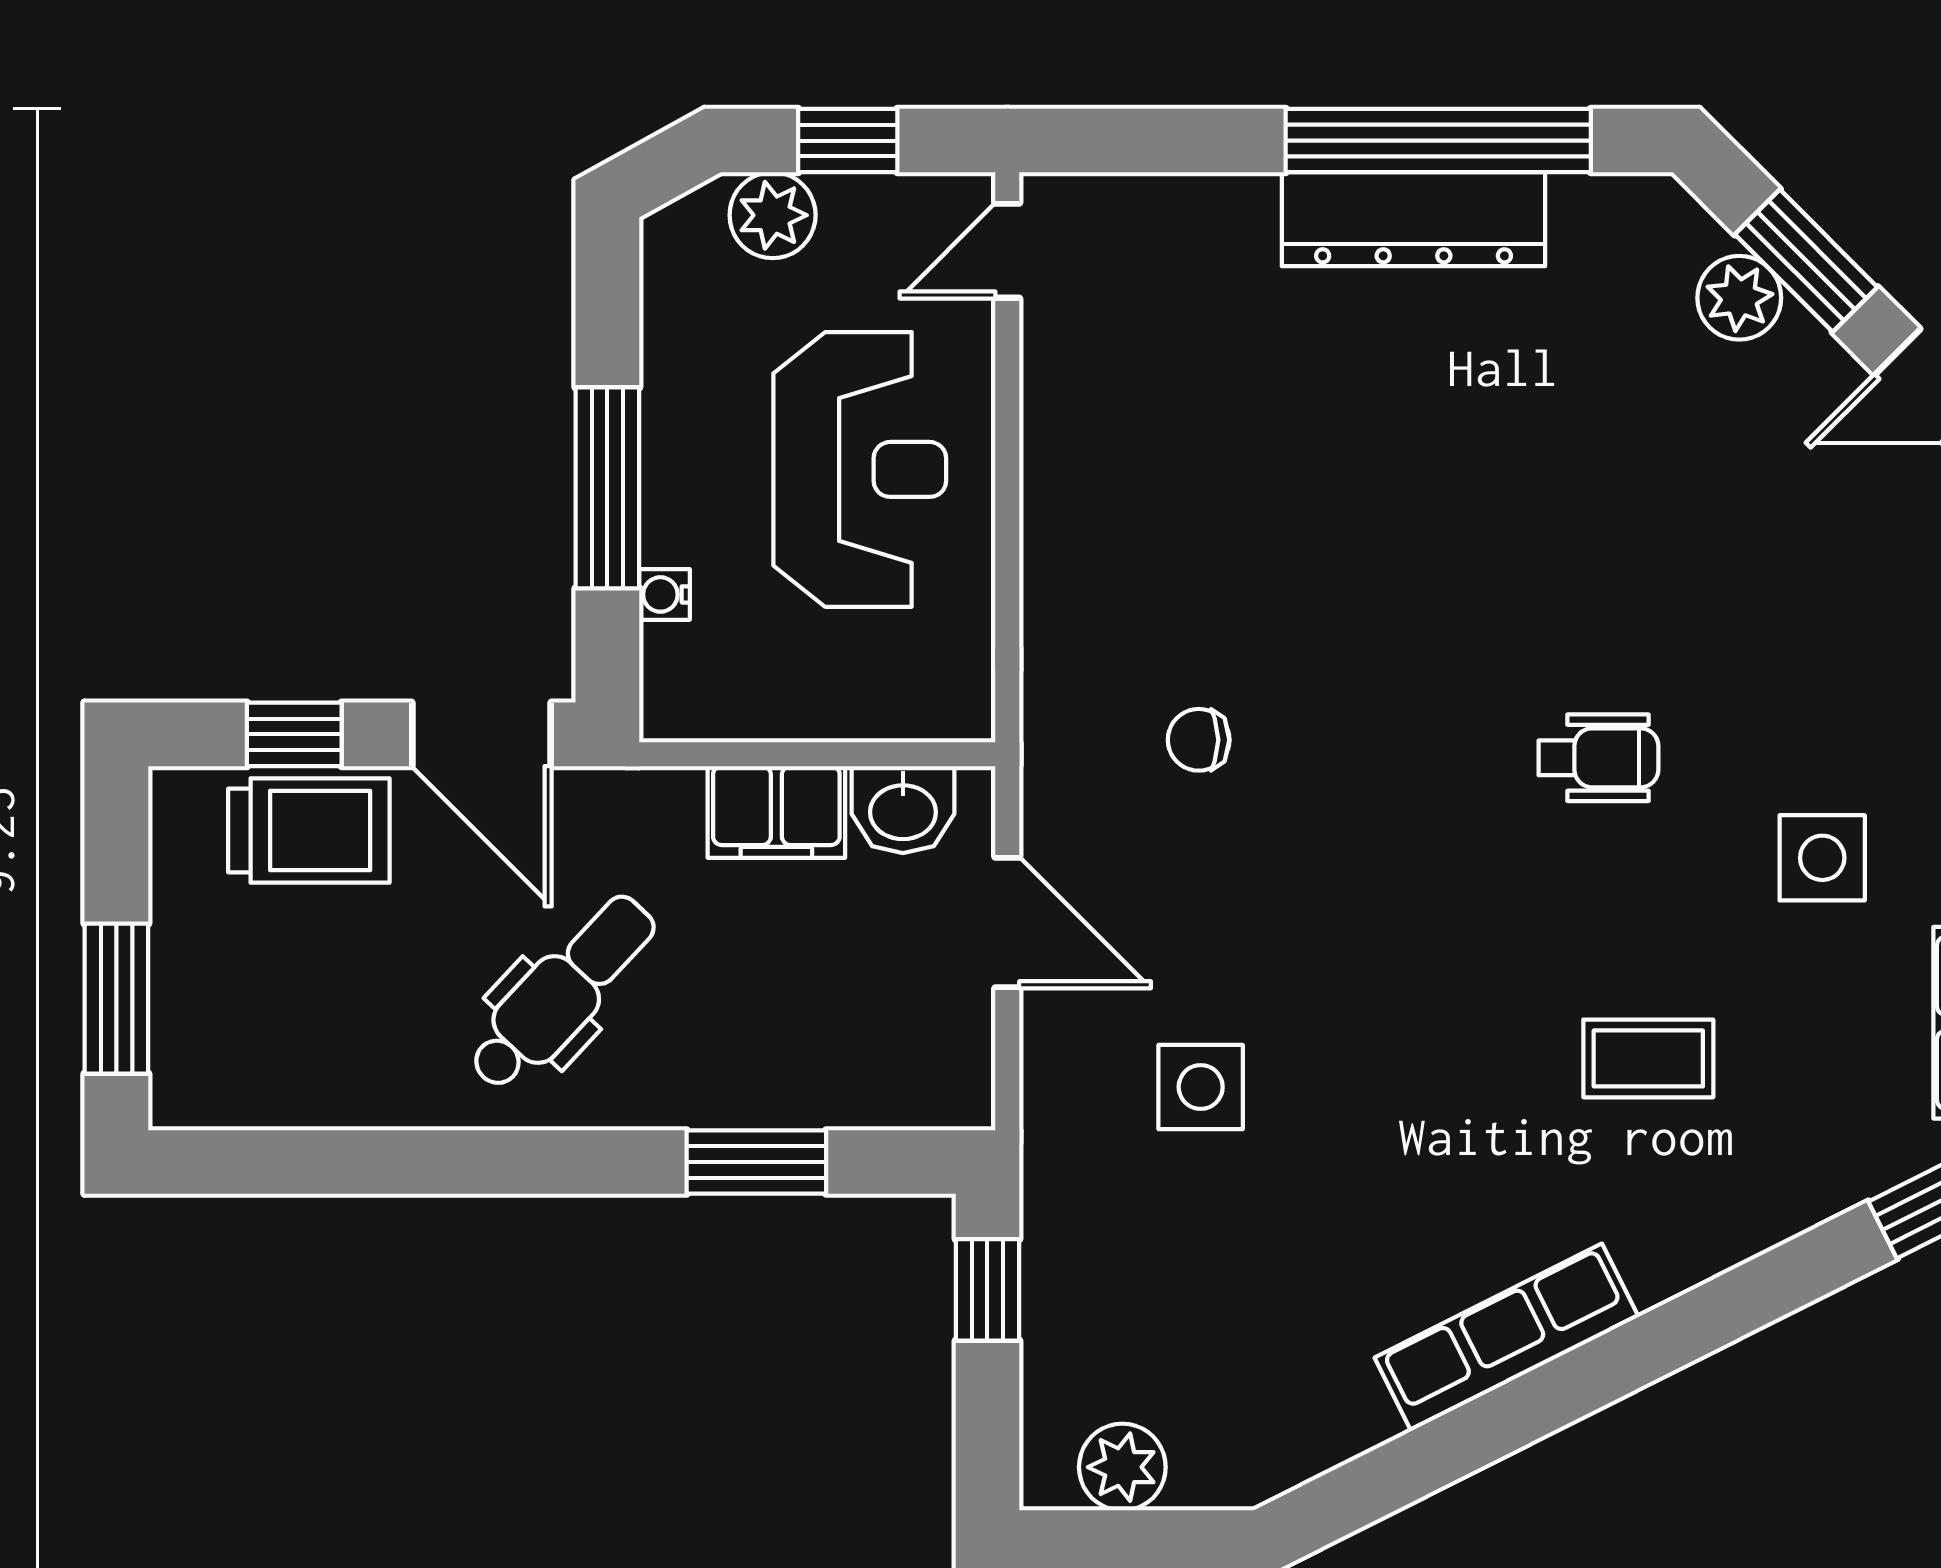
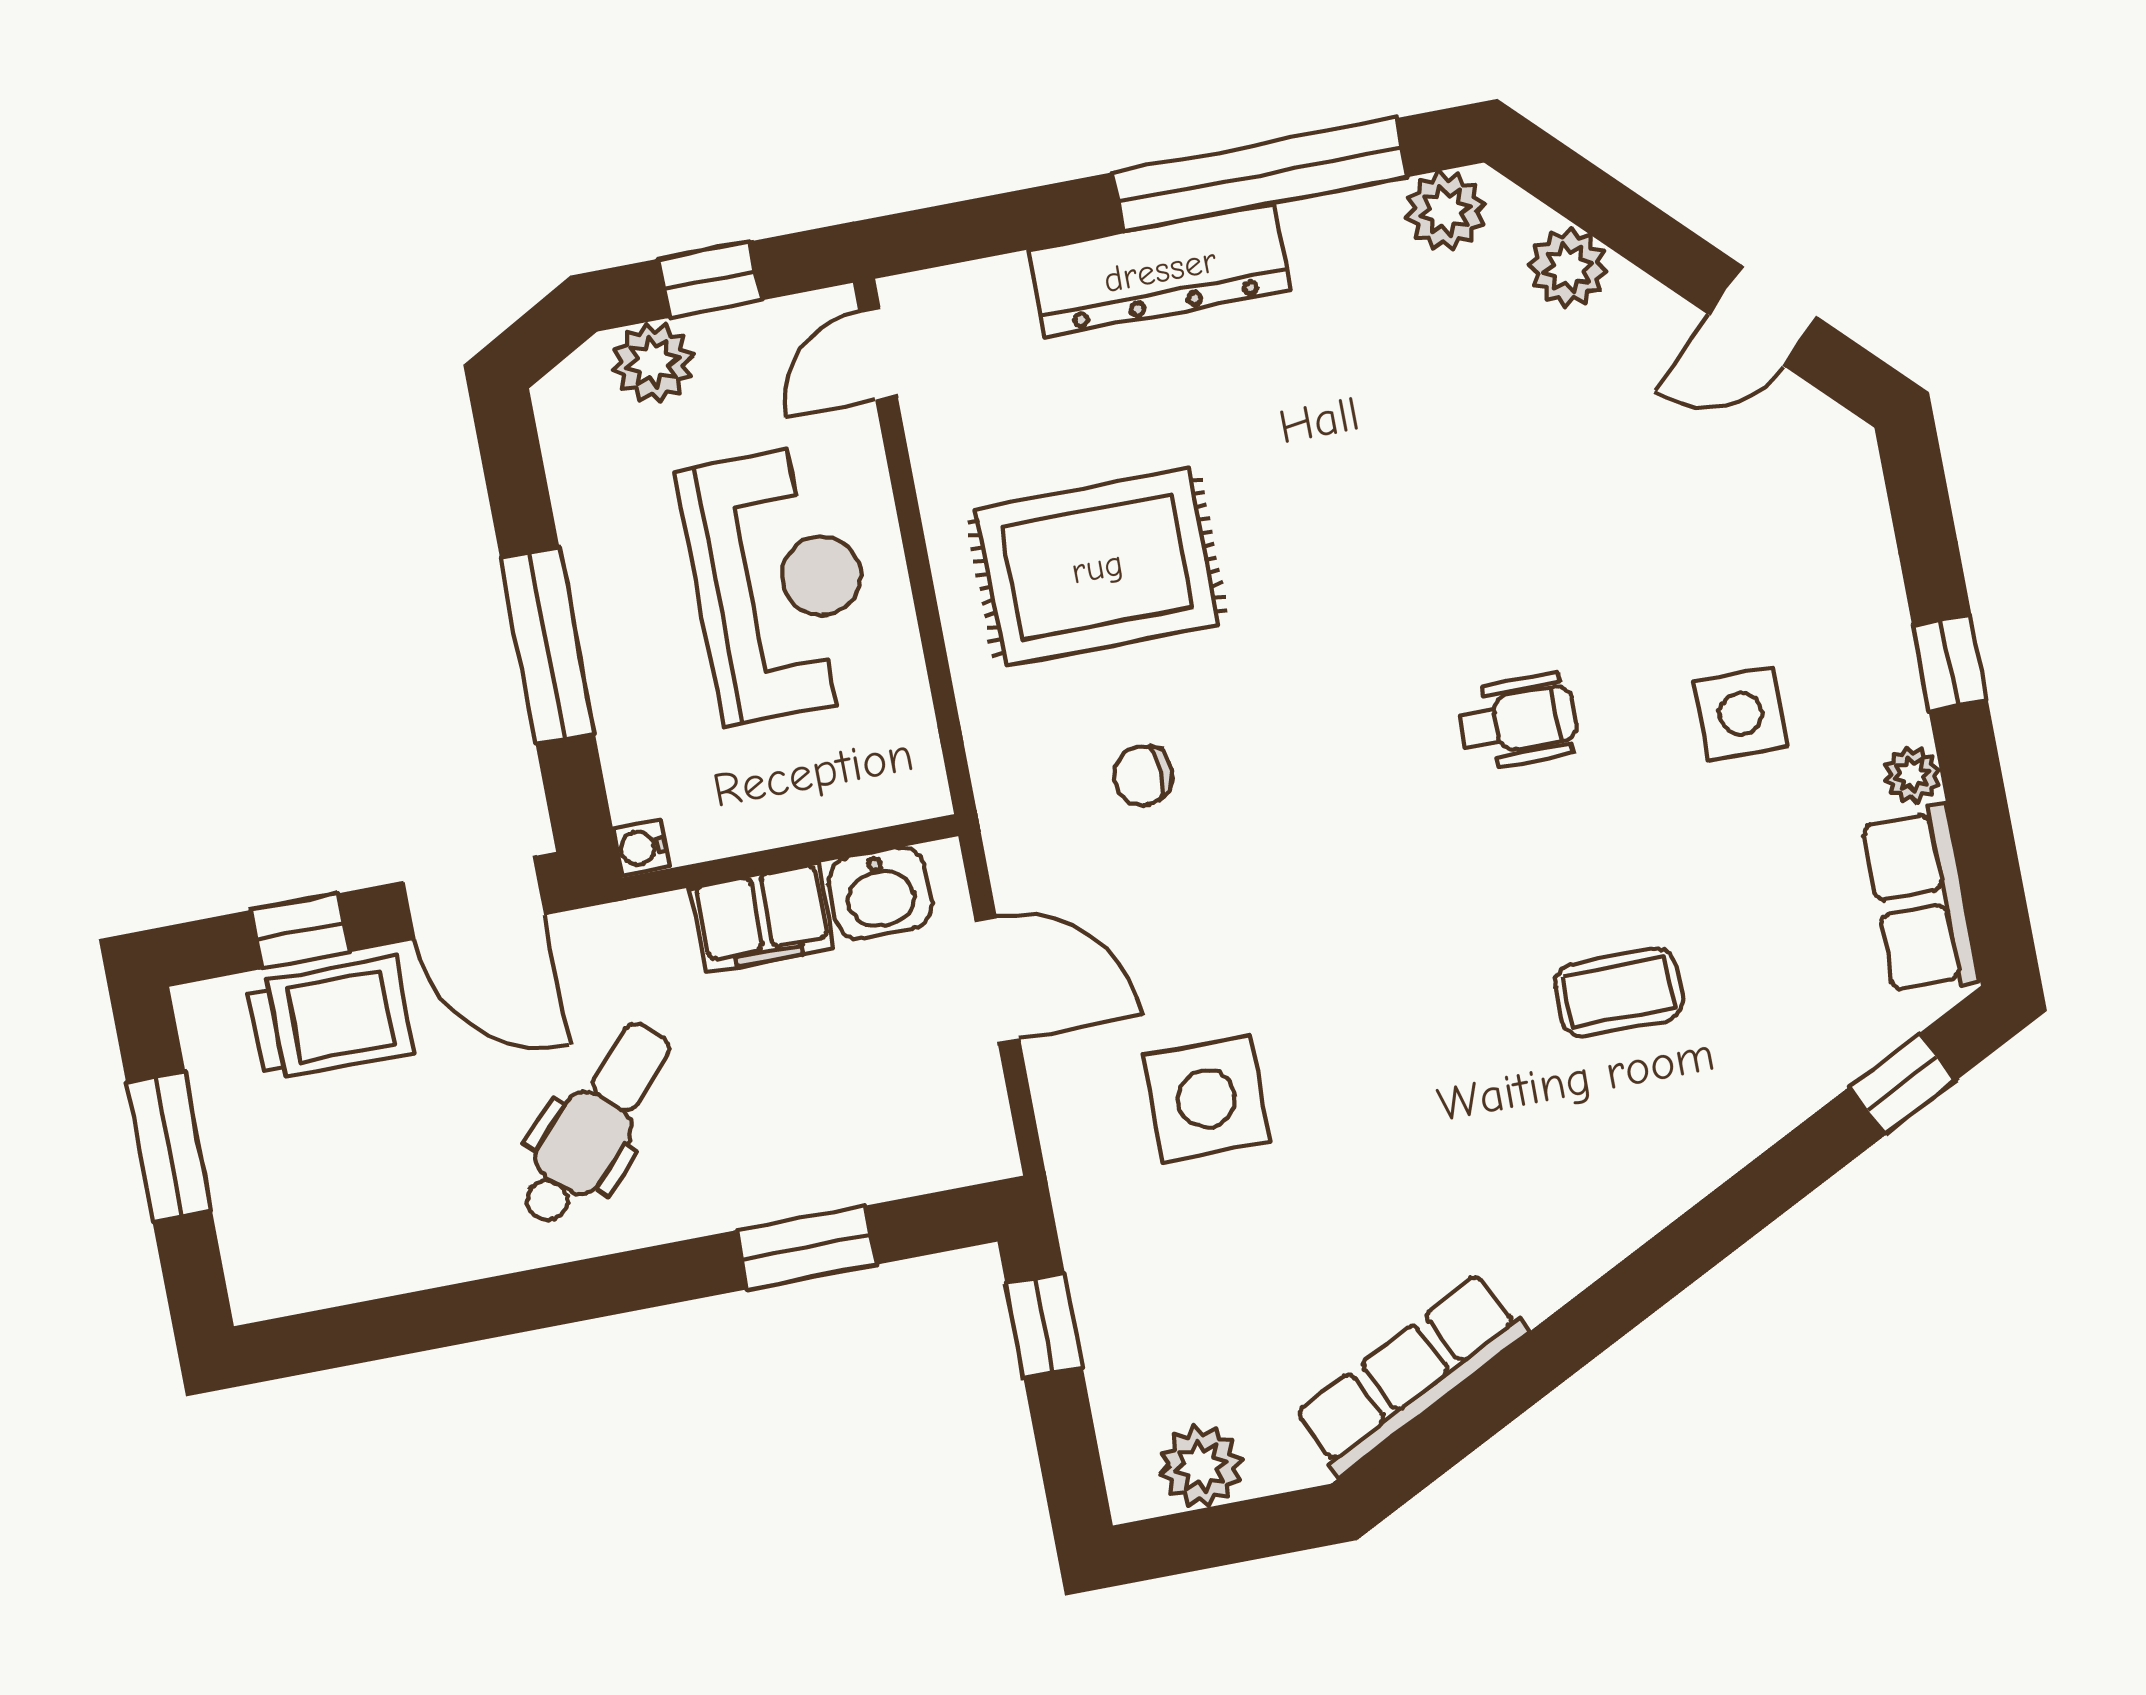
plant: (1624, 215) -> (1446, 211), added
dresser: (1414, 219) -> (1160, 270), moved
window: (1806, 261) -> (1624, 221), removed
rug: (1192, 514) -> (1097, 567), added
water cooler: (664, 594) -> (641, 848), moved
side table: (1822, 858) -> (1741, 714), moved
window: (116, 999) -> (169, 1146), moved
side table: (1201, 1087) -> (1207, 1099), width x1.37, depth x1.37
row of seats: (1507, 1337) -> (1410, 1374), moved

